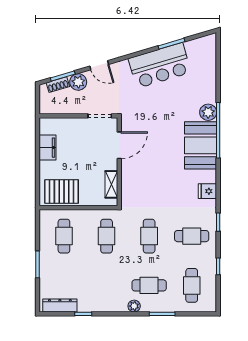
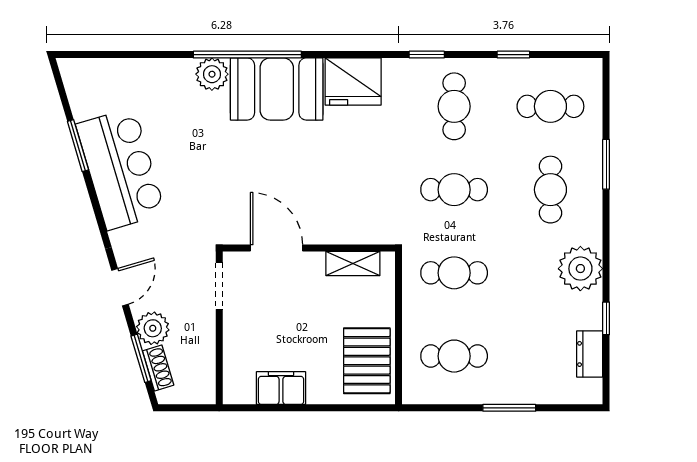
fridge: (207, 191) -> (353, 82), width x1.88, depth x1.34
dresser: (60, 305) -> (590, 354), width x0.70
plant: (134, 306) -> (580, 269), moved, width x1.87, depth x1.87

